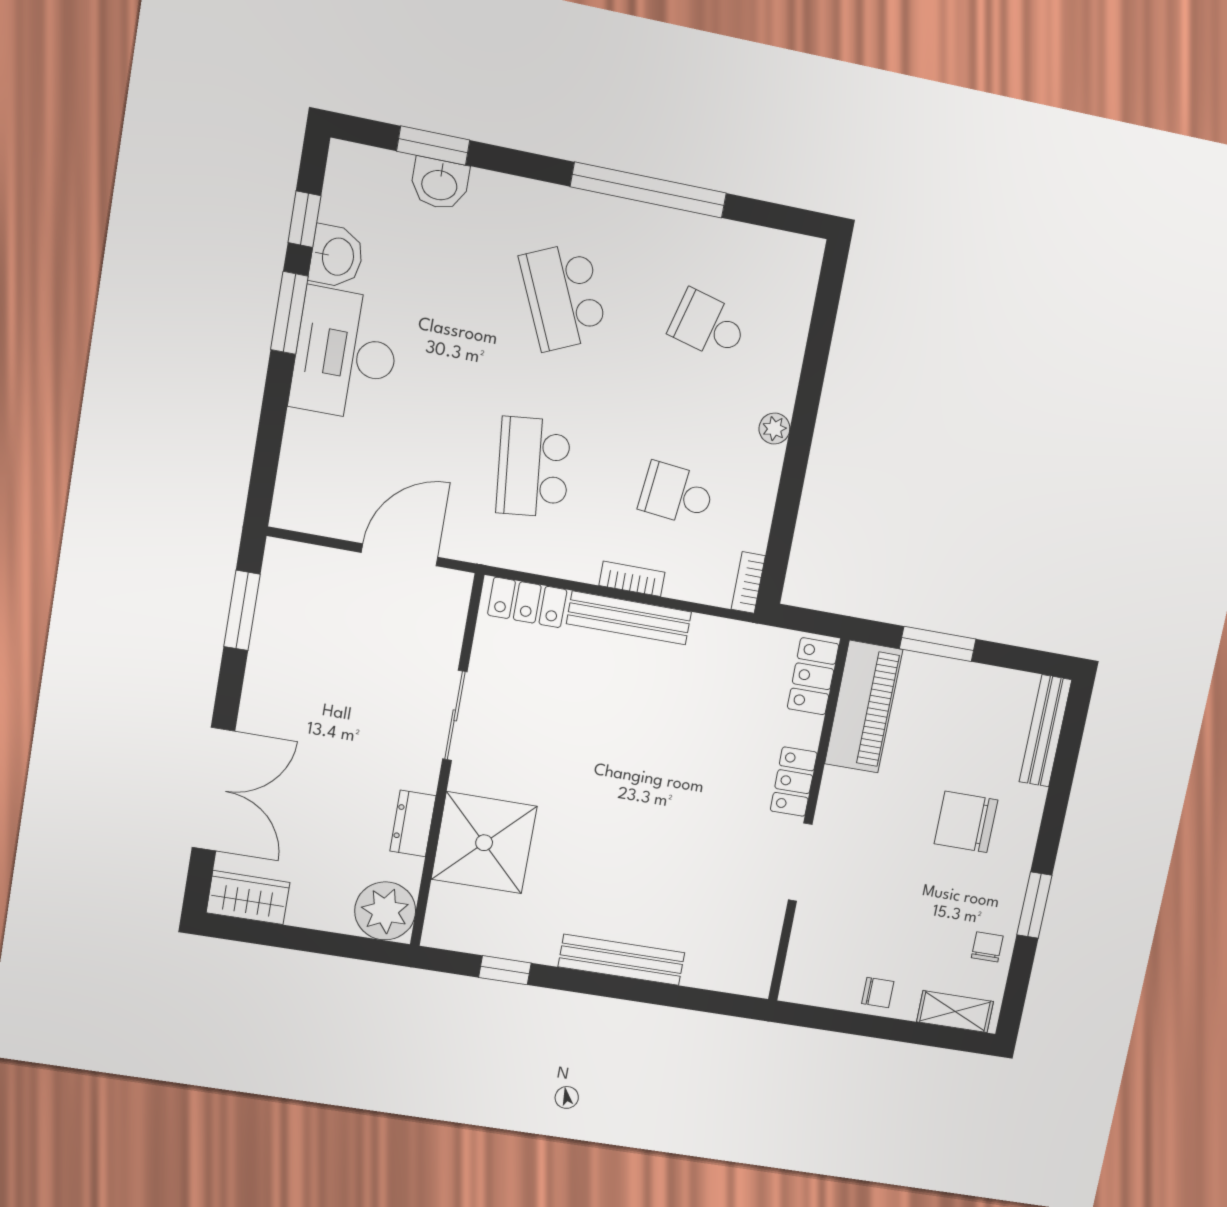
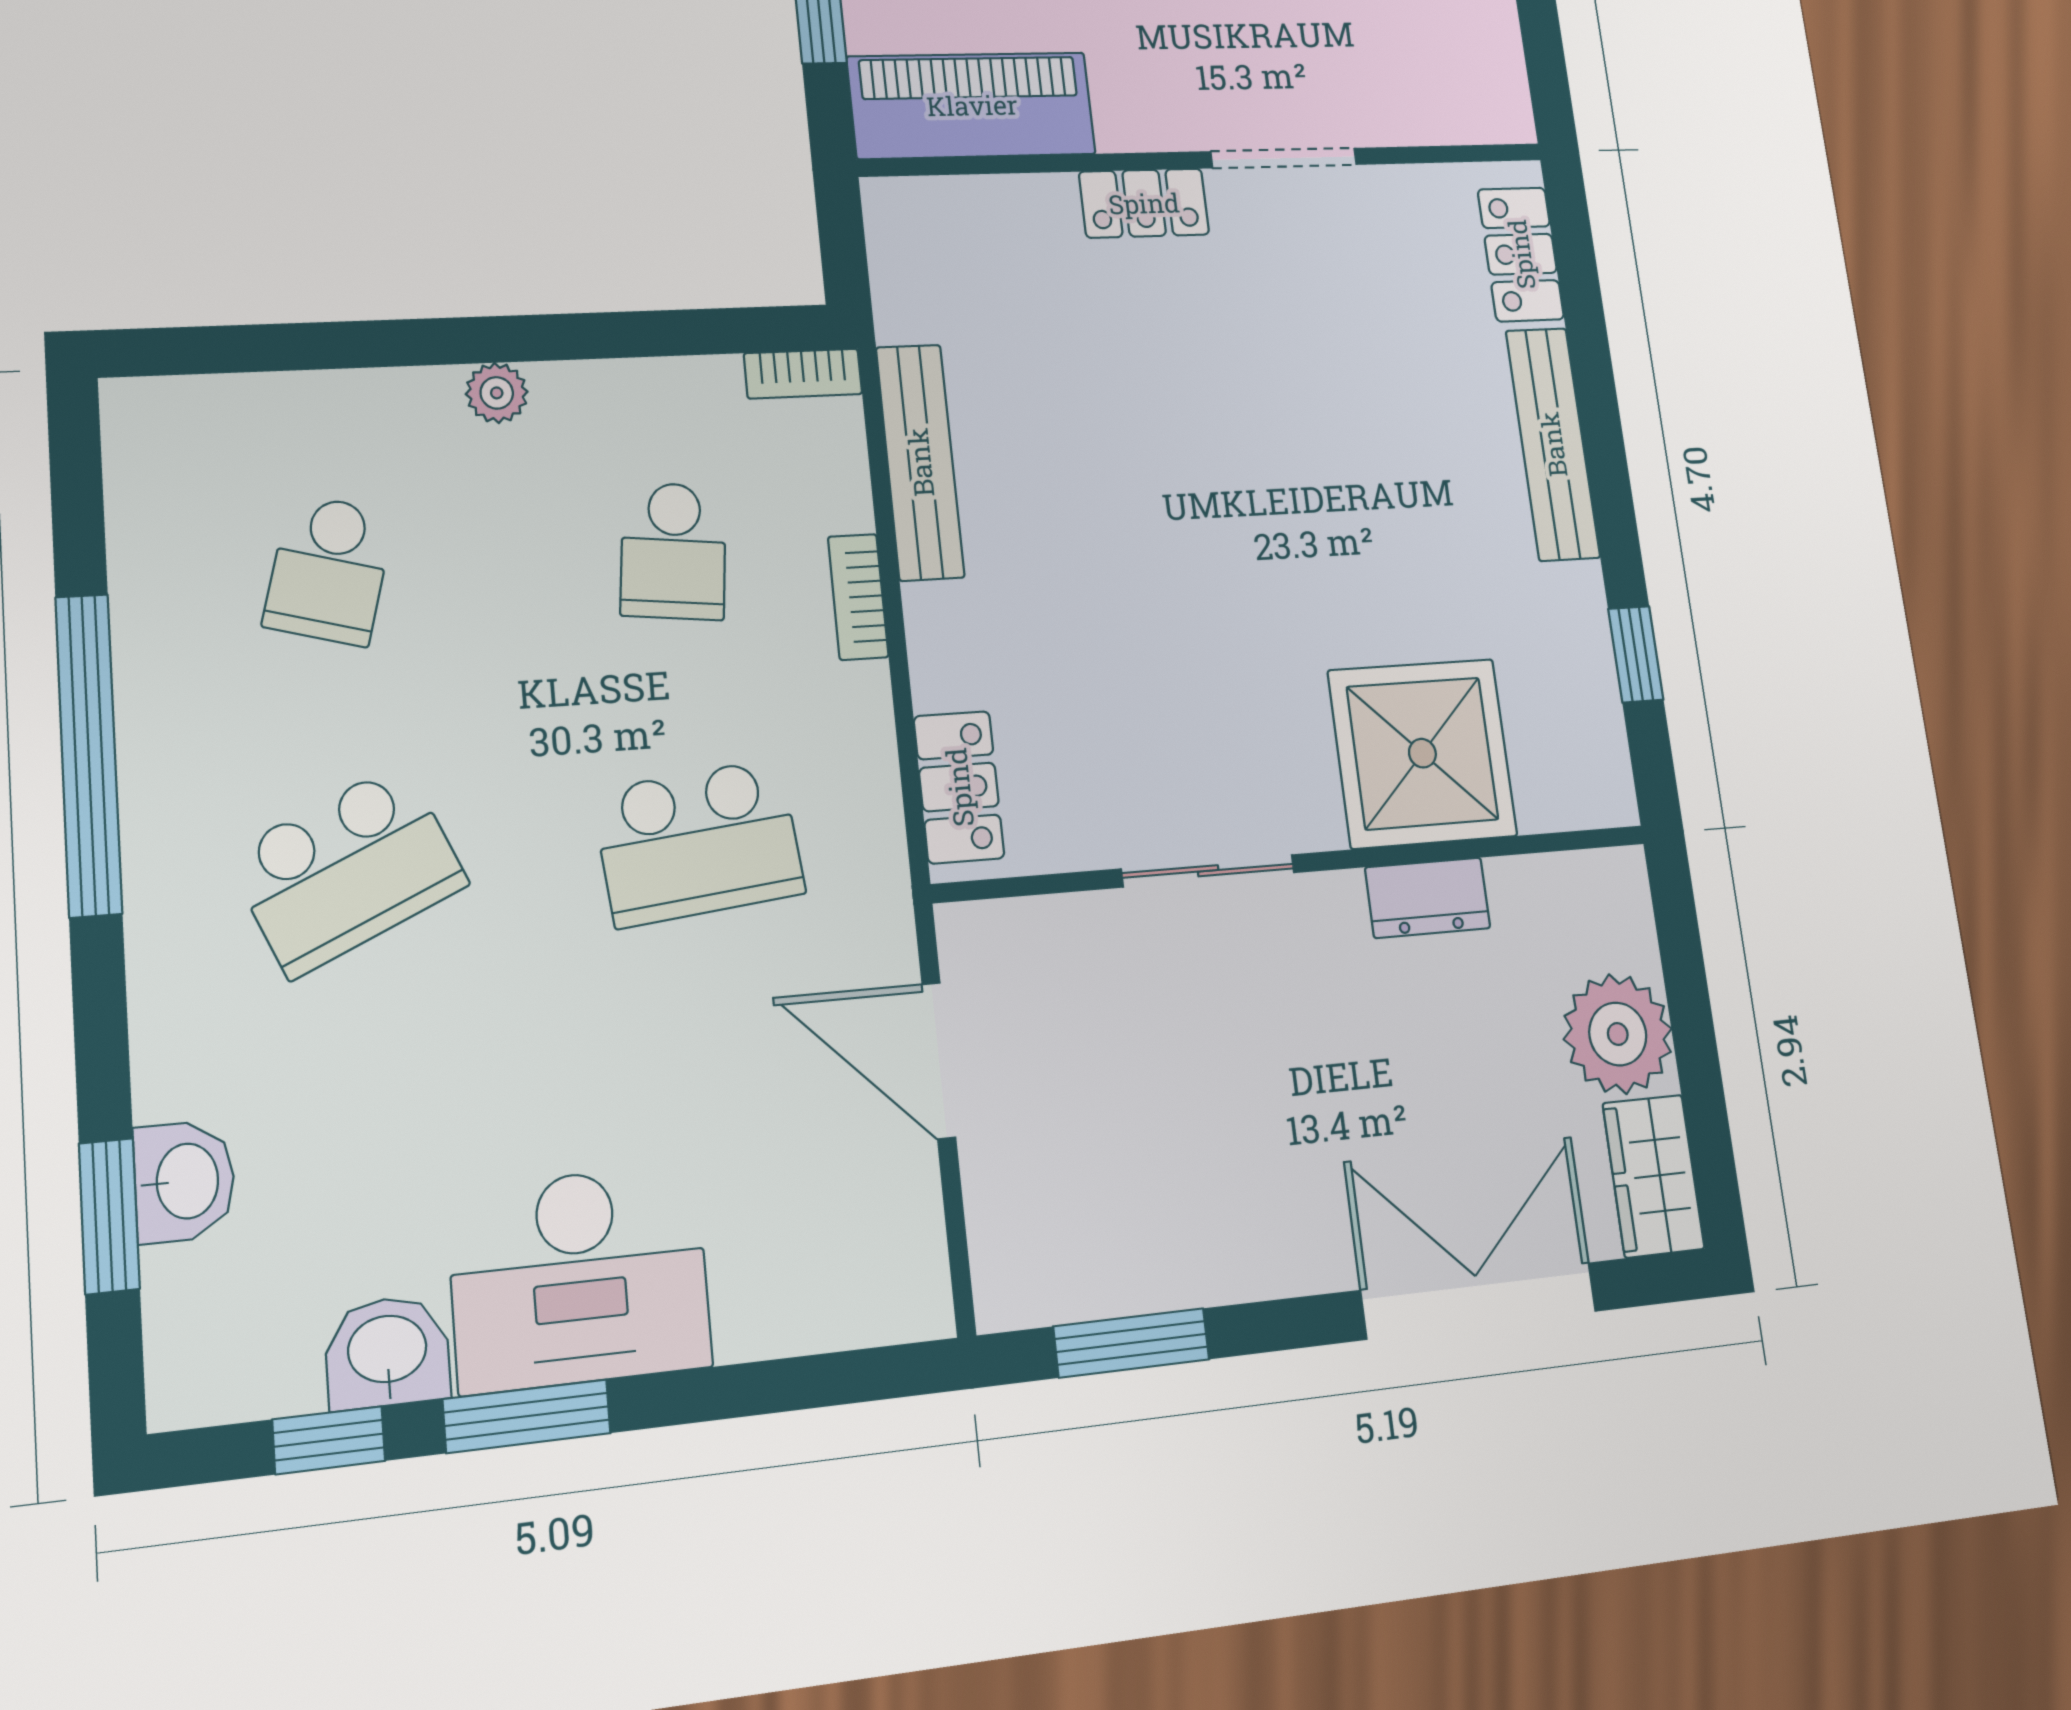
bench: (629, 618) -> (920, 462), moved
locker: (813, 676) -> (1521, 254), moved, turned 90
plant: (385, 911) -> (1618, 1034), moved

